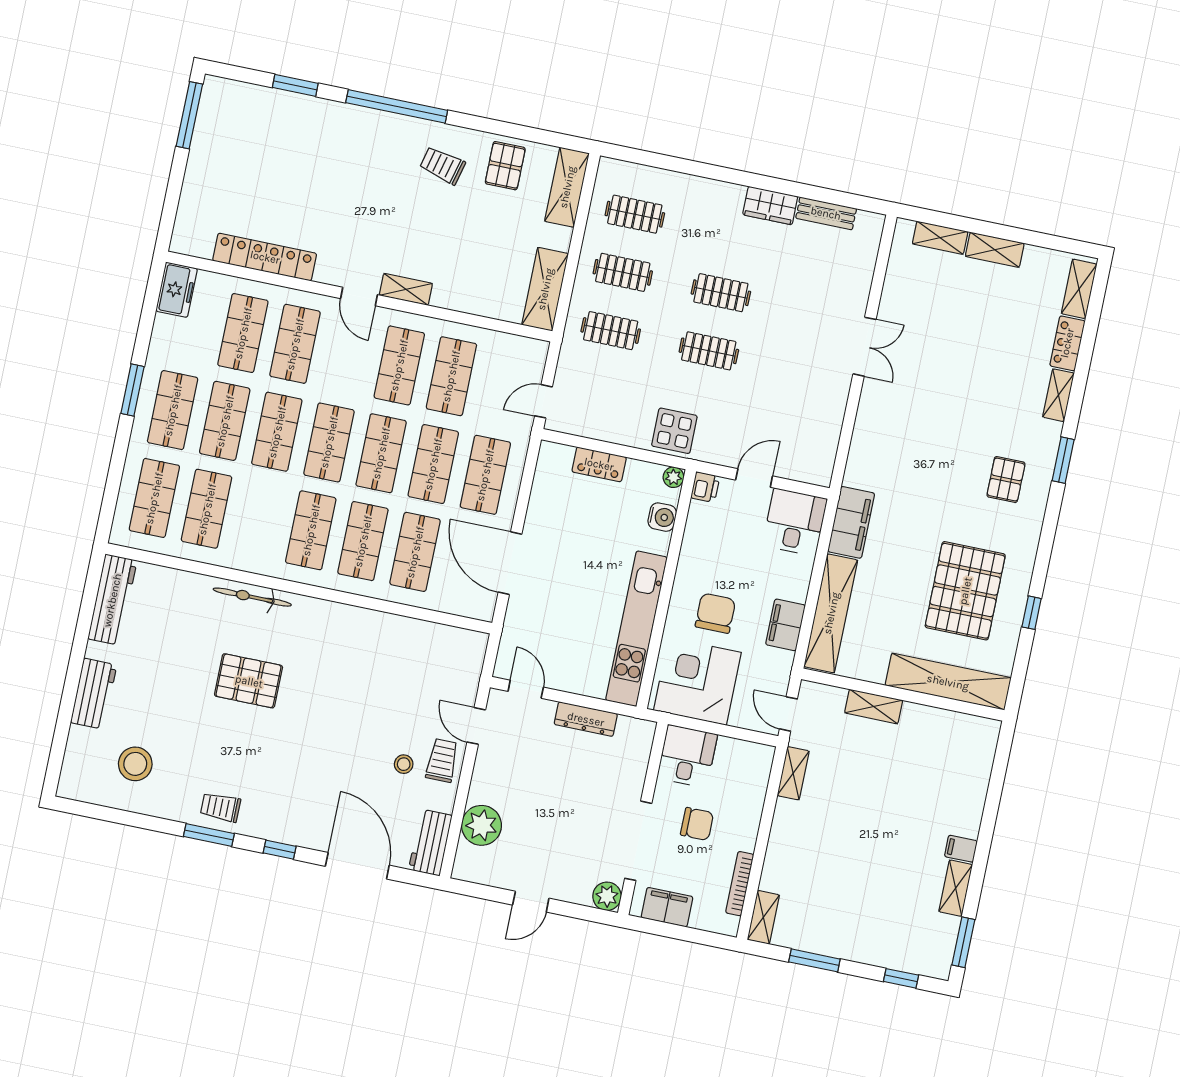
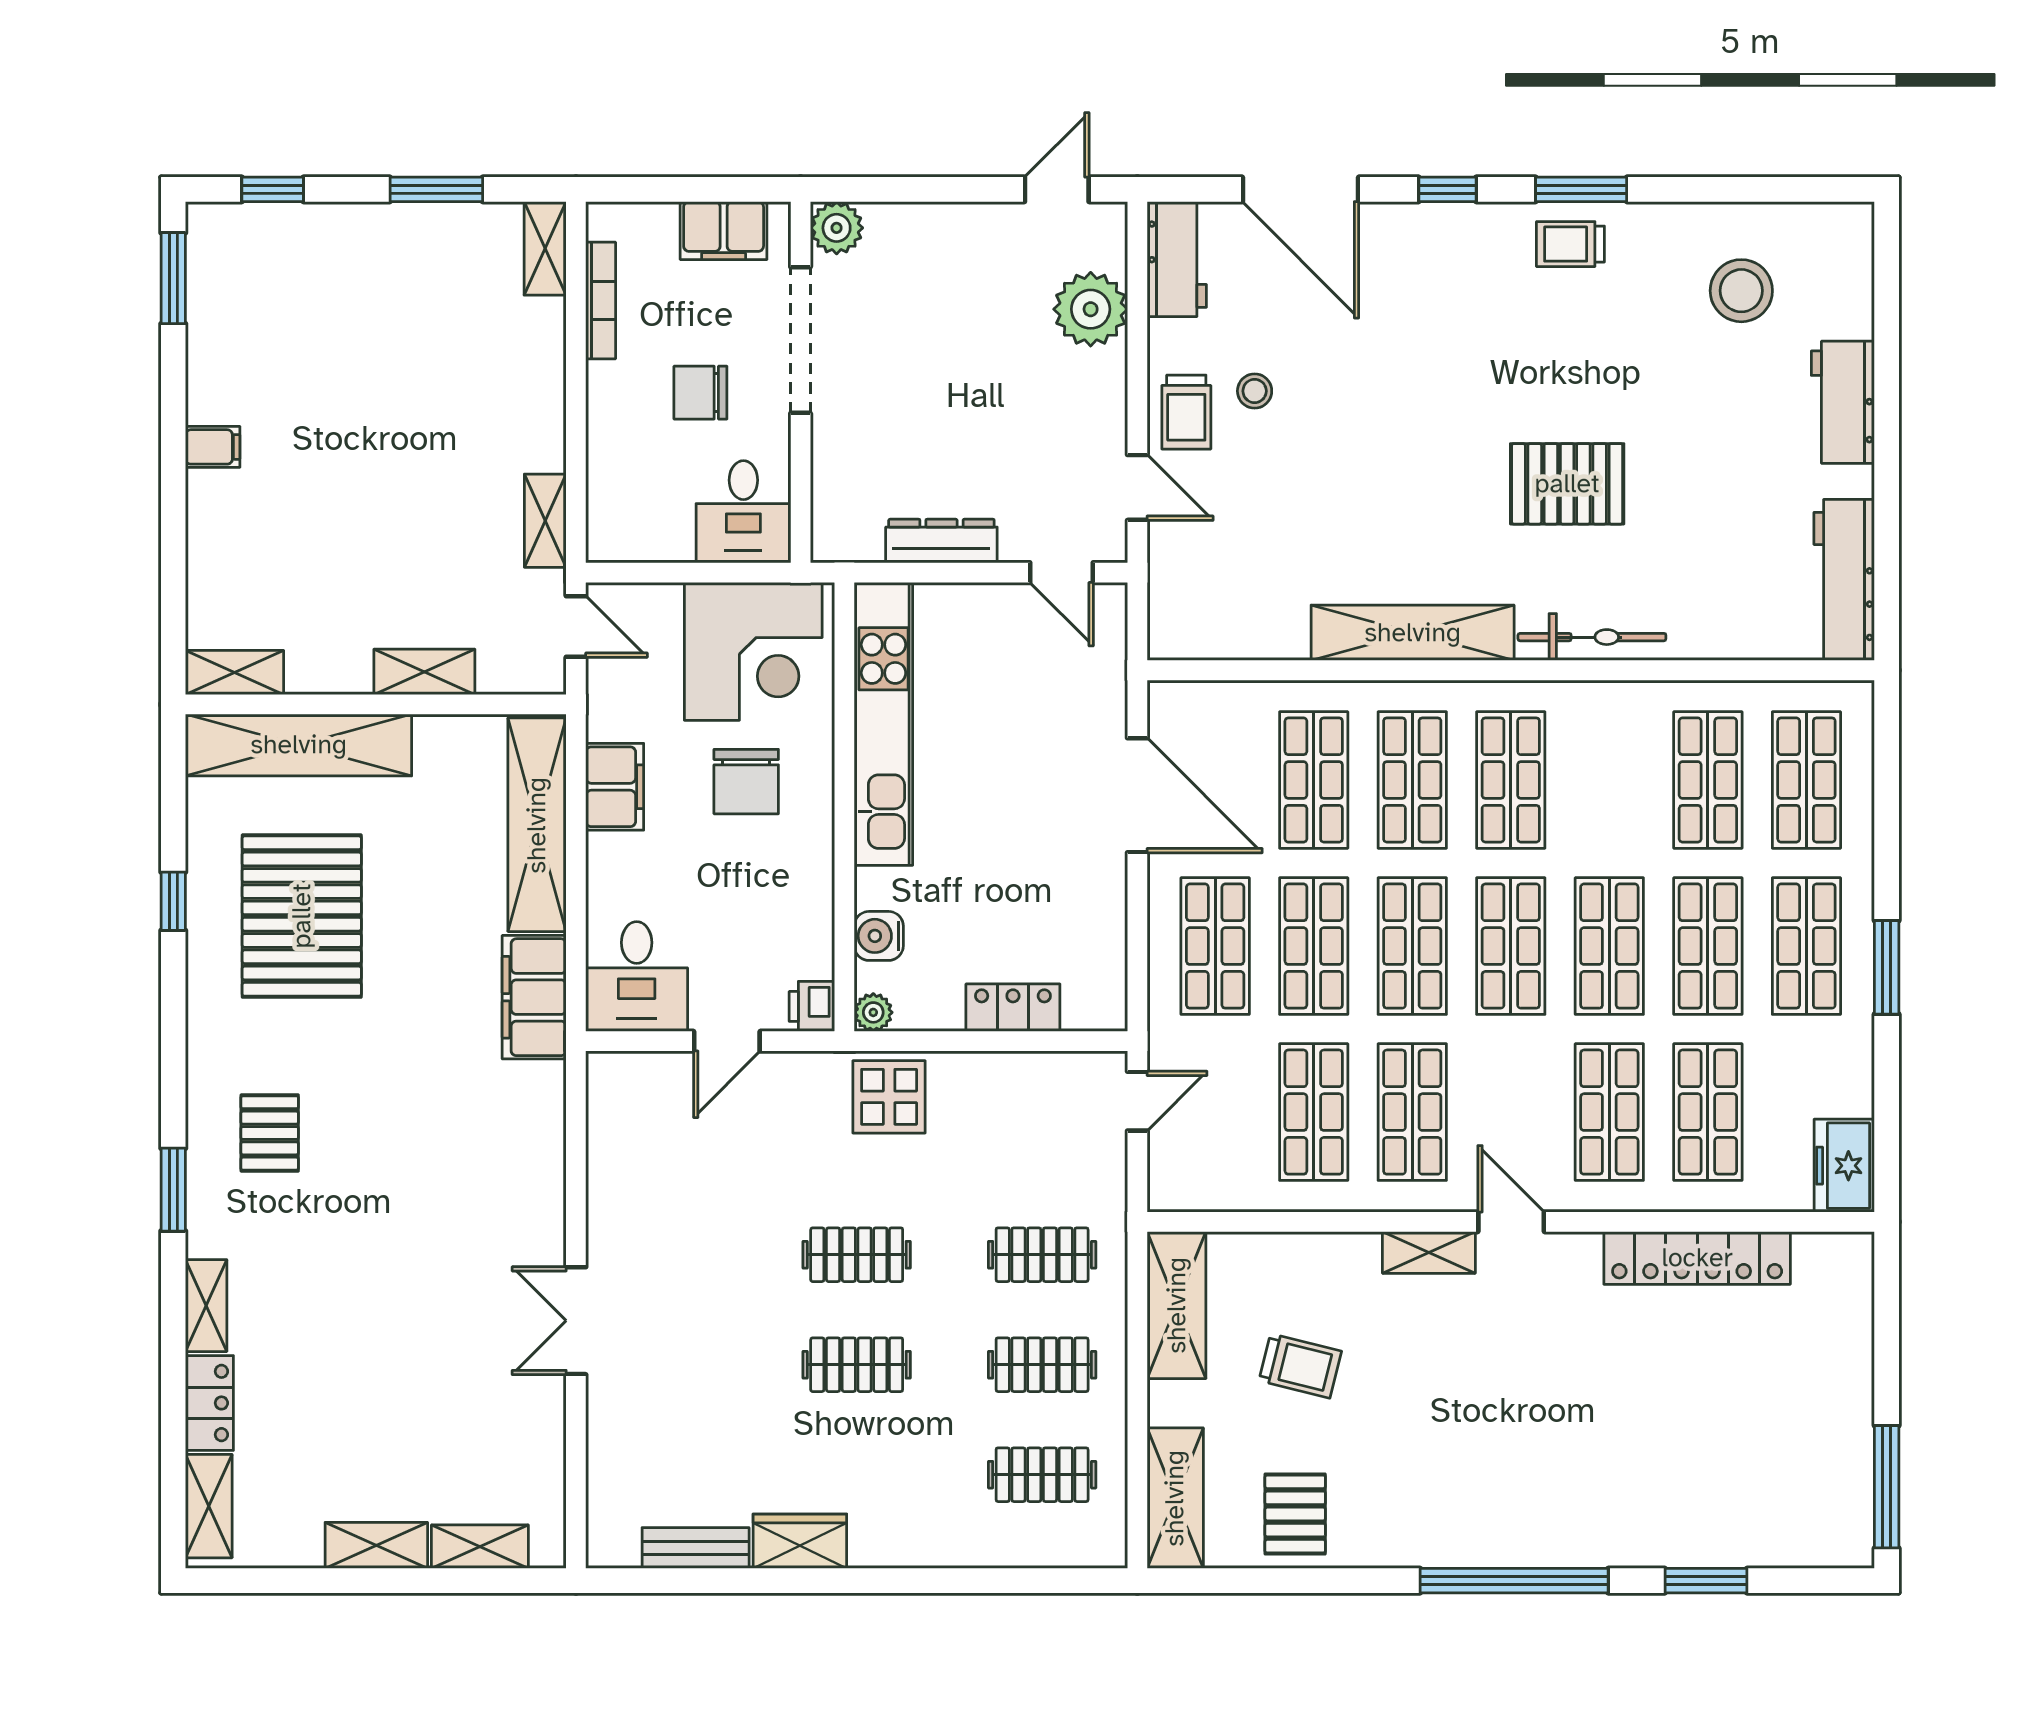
trolley: (442, 165) -> (1300, 1366), moved
shelving: (347, 619) -> (1413, 633), added
trolley: (221, 807) -> (1570, 244), turned 180
shelving: (956, 888) -> (235, 673), moved, turned 90
door: (531, 902) -> (1057, 189), moved

